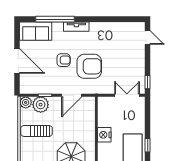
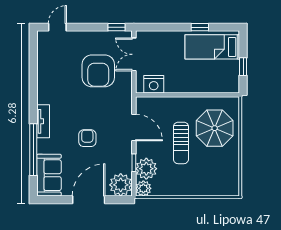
armchair: (89, 66) -> (98, 71), moved, turned 180
plant: (28, 85) -> (121, 185), added
sun lounger: (37, 131) -> (181, 143), moved
nightstand: (104, 135) -> (154, 84), moved

